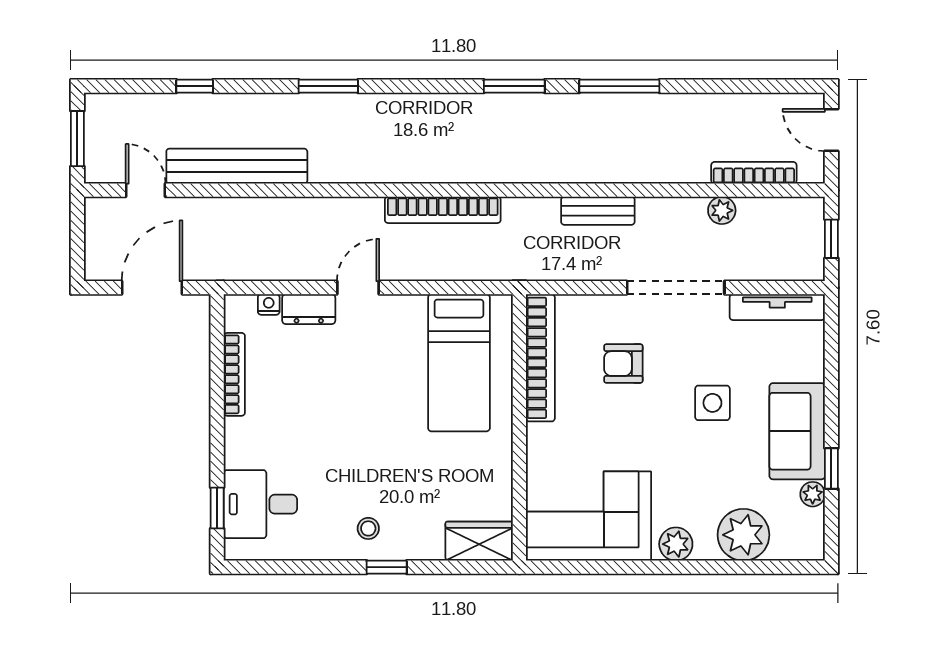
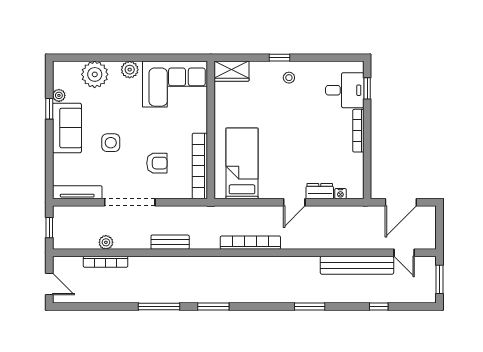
bookcase: (754, 173) -> (106, 262), moved
bookcase: (234, 374) -> (358, 131), moved

